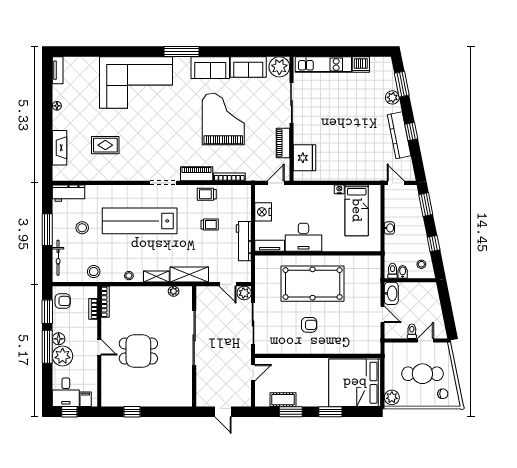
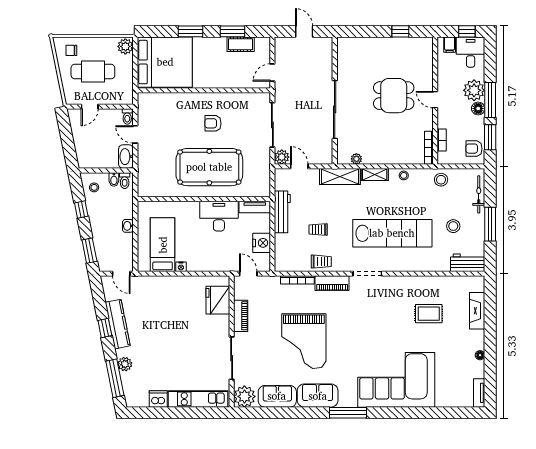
window: (402, 84) -> (115, 378), width x1.44
door: (276, 183) -> (248, 274), swing flipped
toilet: (412, 331) -> (127, 117), moved

